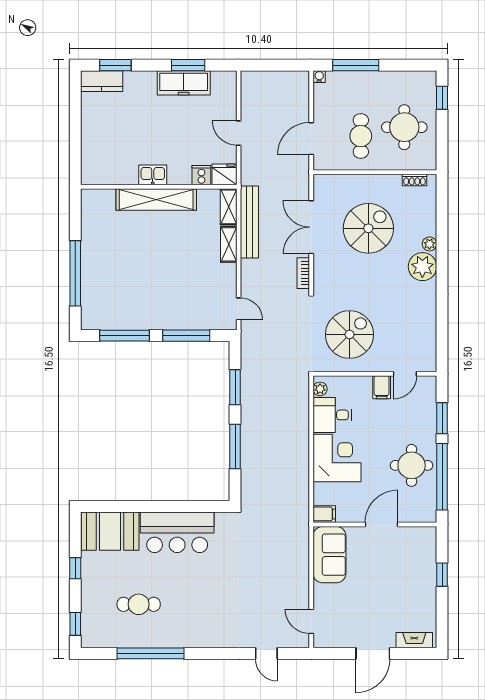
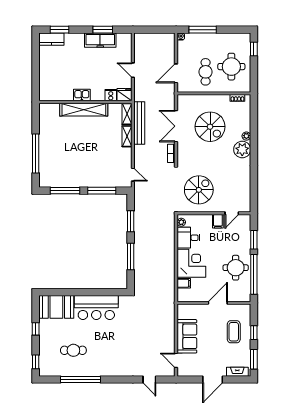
spiral stairs: (368, 228) -> (210, 127), turned 90
filing cabinet: (324, 514) -> (184, 283), moved
sofa: (329, 555) -> (187, 336), moved
coffee table: (408, 573) -> (234, 332), added
window: (442, 619) -> (254, 359), added

